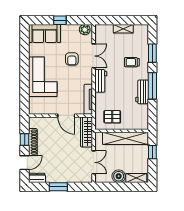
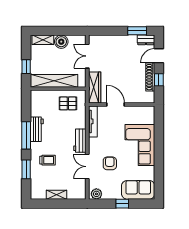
window: (58, 187) -> (137, 31), moved

